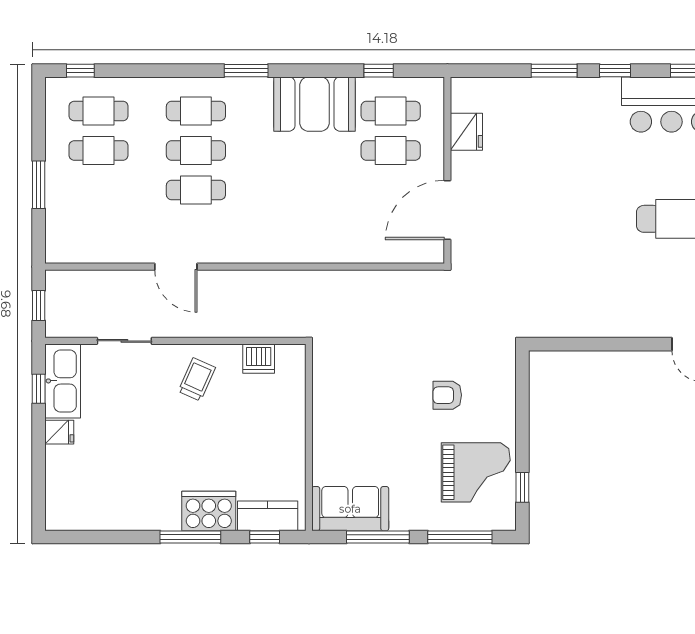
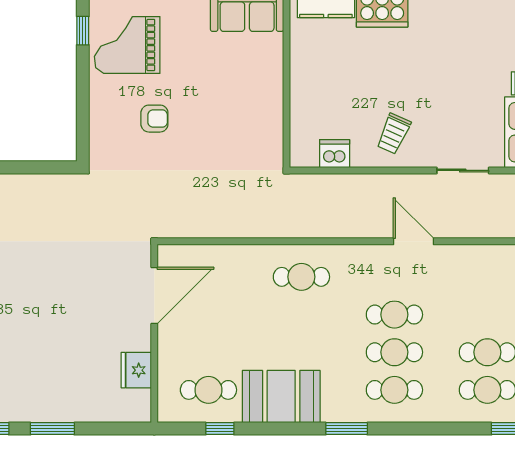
cafe table: (391, 151) -> (301, 277), moved

